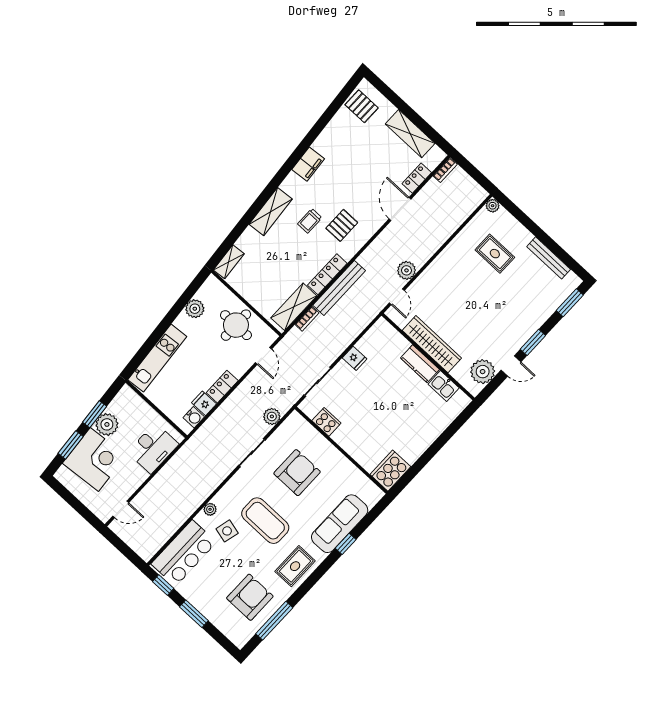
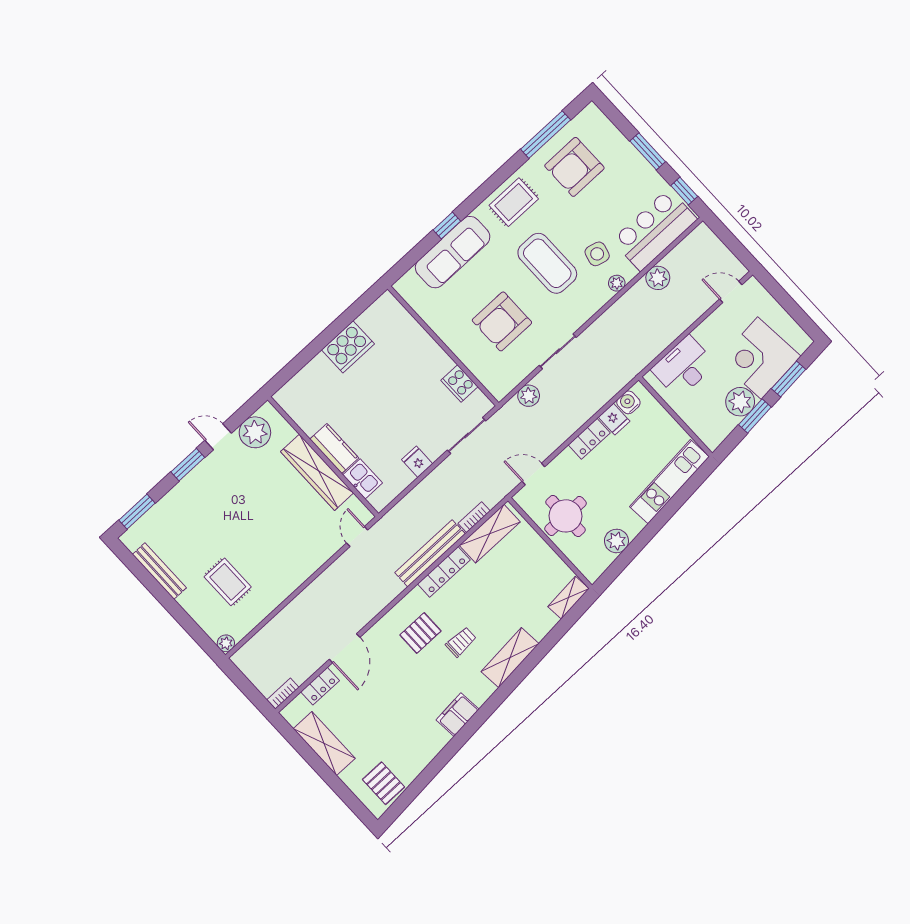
plant: (406, 270) -> (658, 278), moved
door: (263, 356) -> (533, 474), hinge flipped
kitchen sink: (444, 386) -> (363, 479), moved
cooker: (390, 471) -> (348, 347), moved

